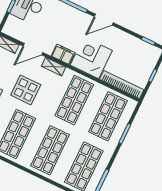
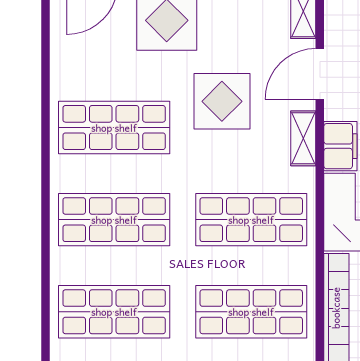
door: (33, 49) -> (320, 74), hinge flipped

